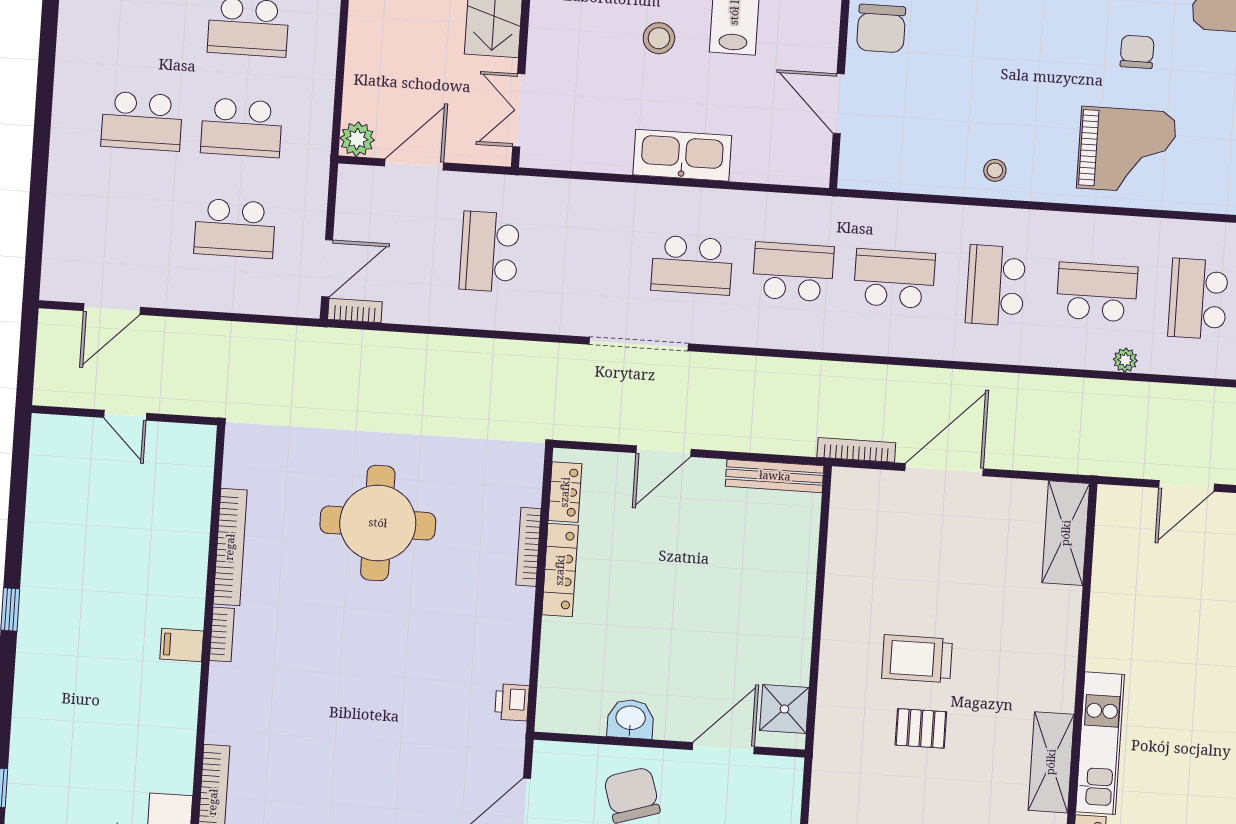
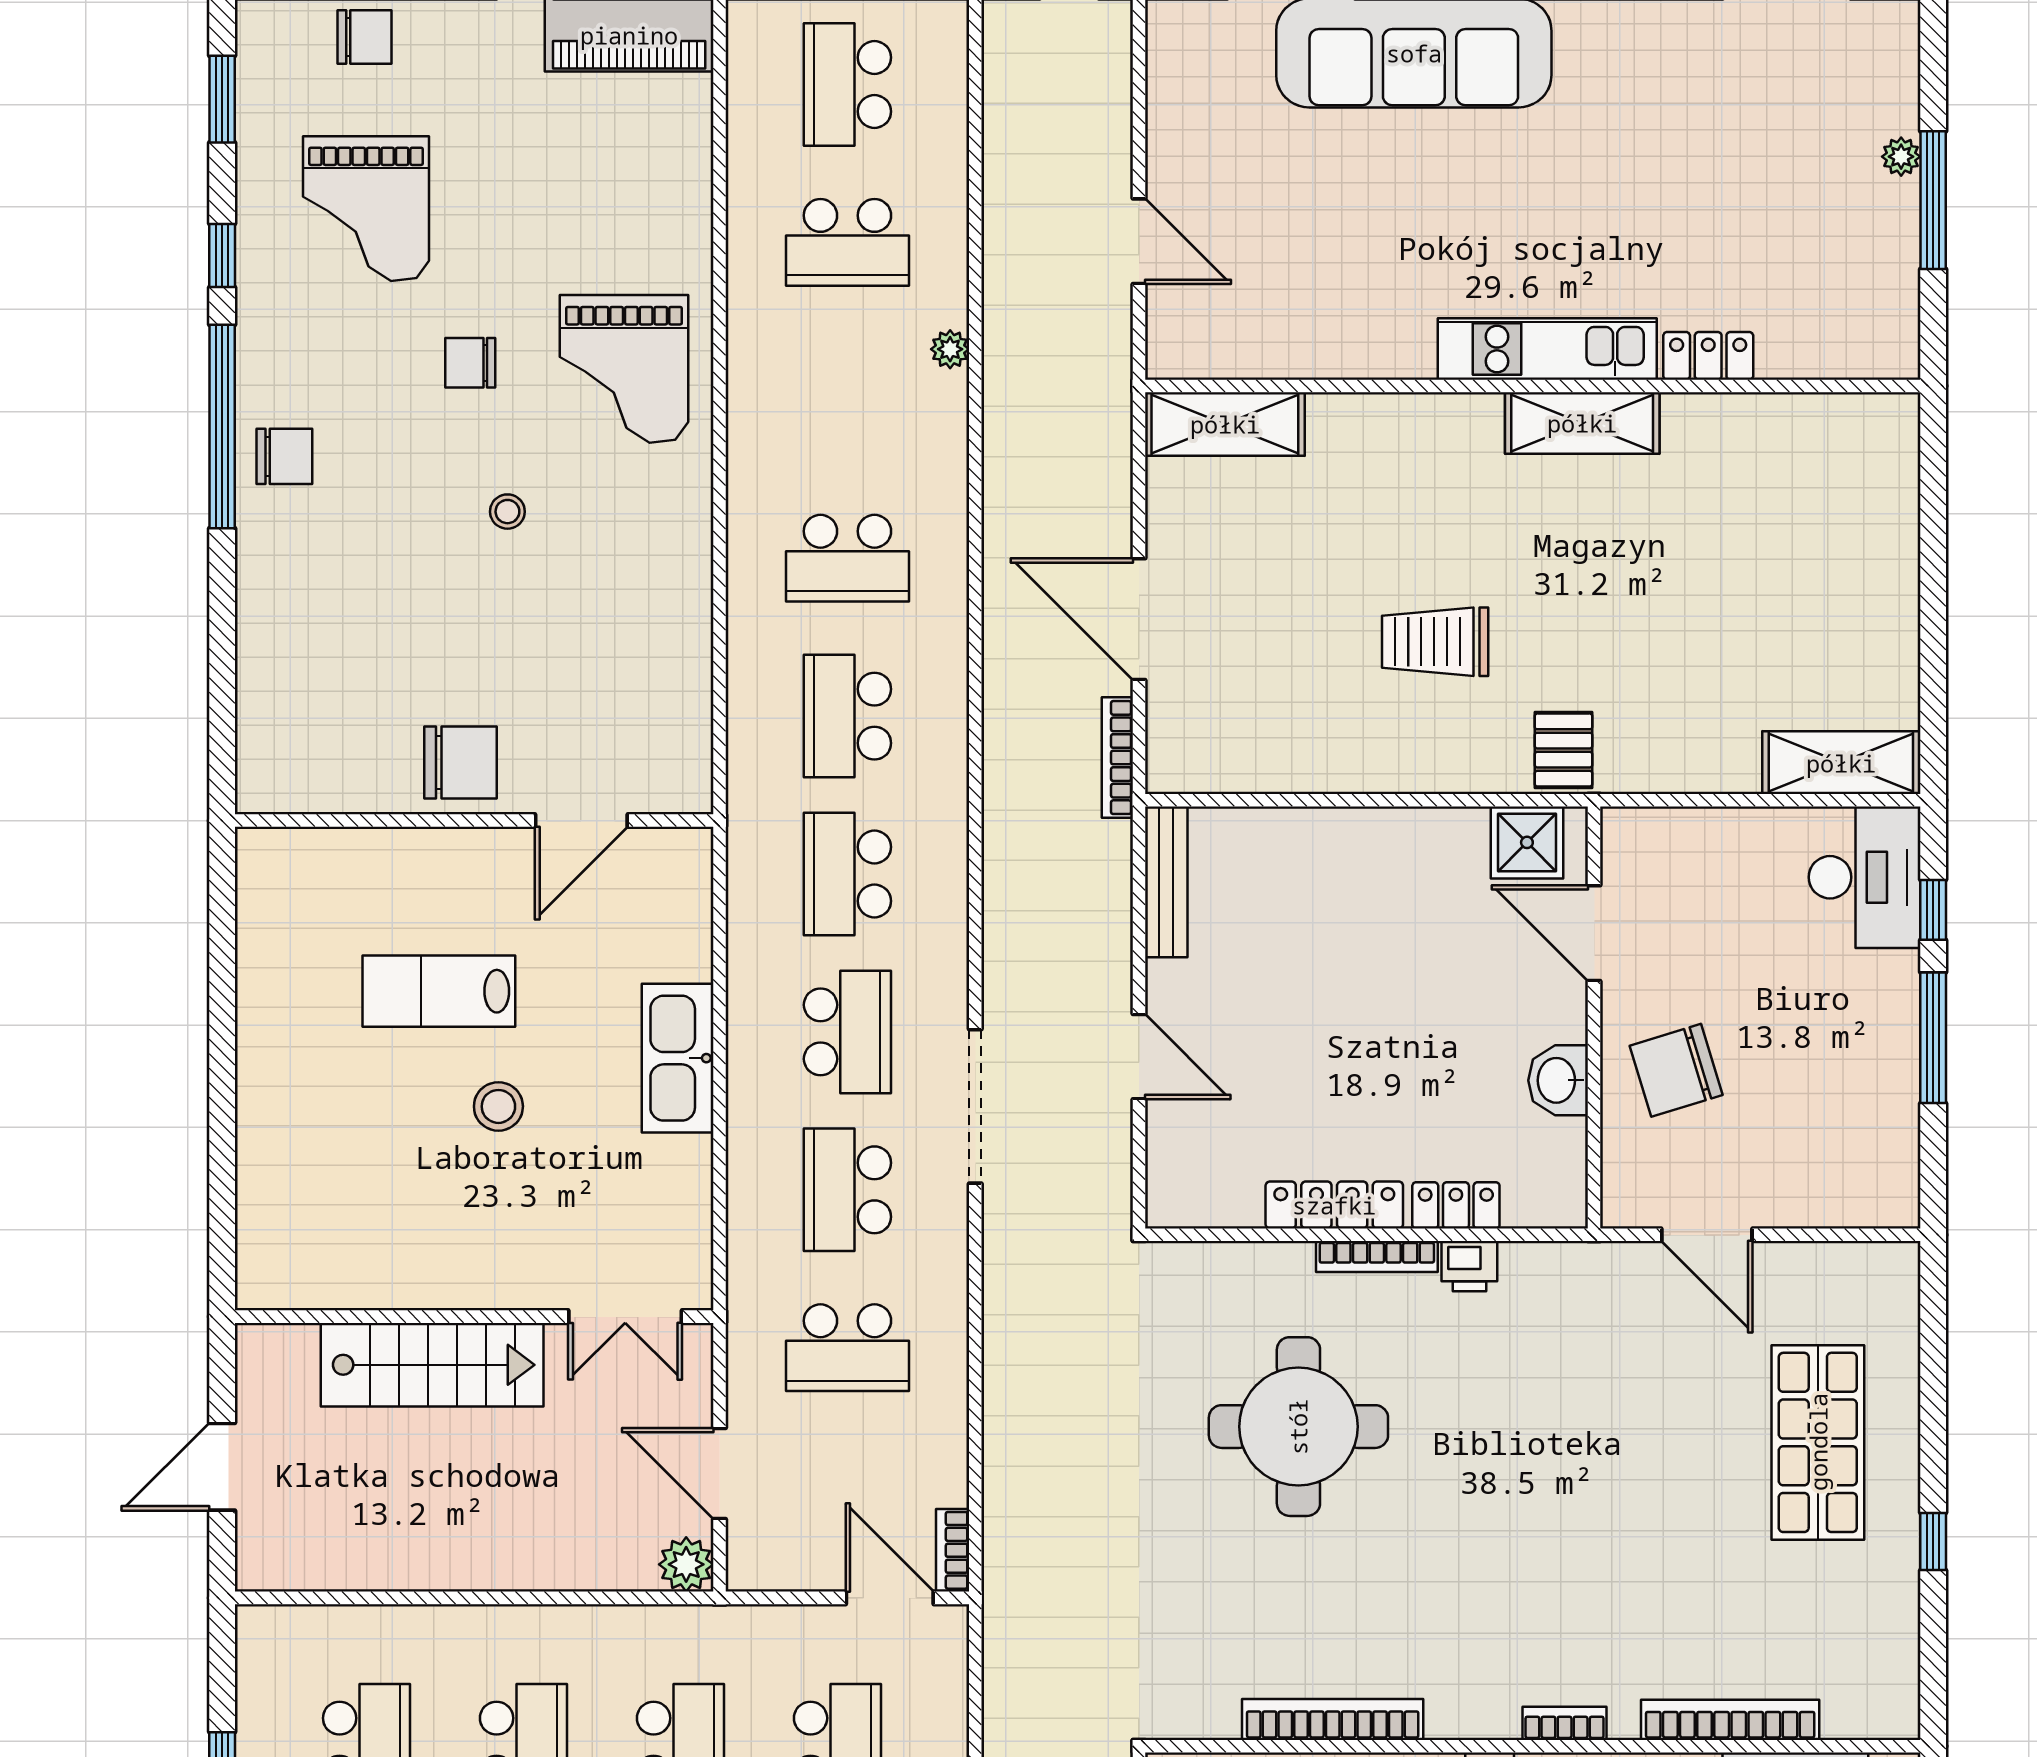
grand piano: (1127, 150) -> (624, 369), turned 180
stool: (995, 170) -> (507, 512), moved
school desk: (1097, 292) -> (847, 1190), moved
locker: (565, 492) -> (1456, 1205), moved
round table: (378, 523) -> (1298, 1427), moved
bookcase: (528, 547) -> (1377, 1257), moved
bookcase: (222, 634) -> (1565, 1723), moved
trolley: (917, 659) -> (1435, 642), turned 90
printer: (512, 702) -> (1469, 1266), moved
pallet: (921, 728) -> (1563, 750), moved

